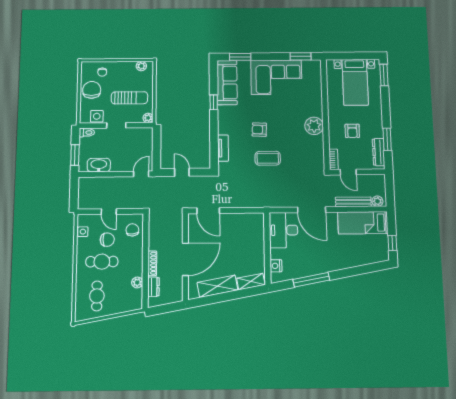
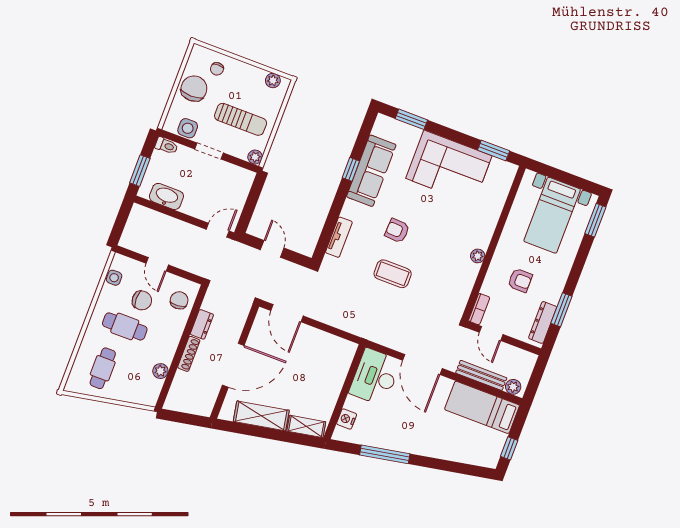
sofa: (227, 83) -> (371, 171), moved
plant: (314, 126) -> (478, 256), width x0.53, depth x0.53
armchair: (352, 131) -> (520, 280), turned -90
dresser: (153, 287) -> (202, 324), moved

